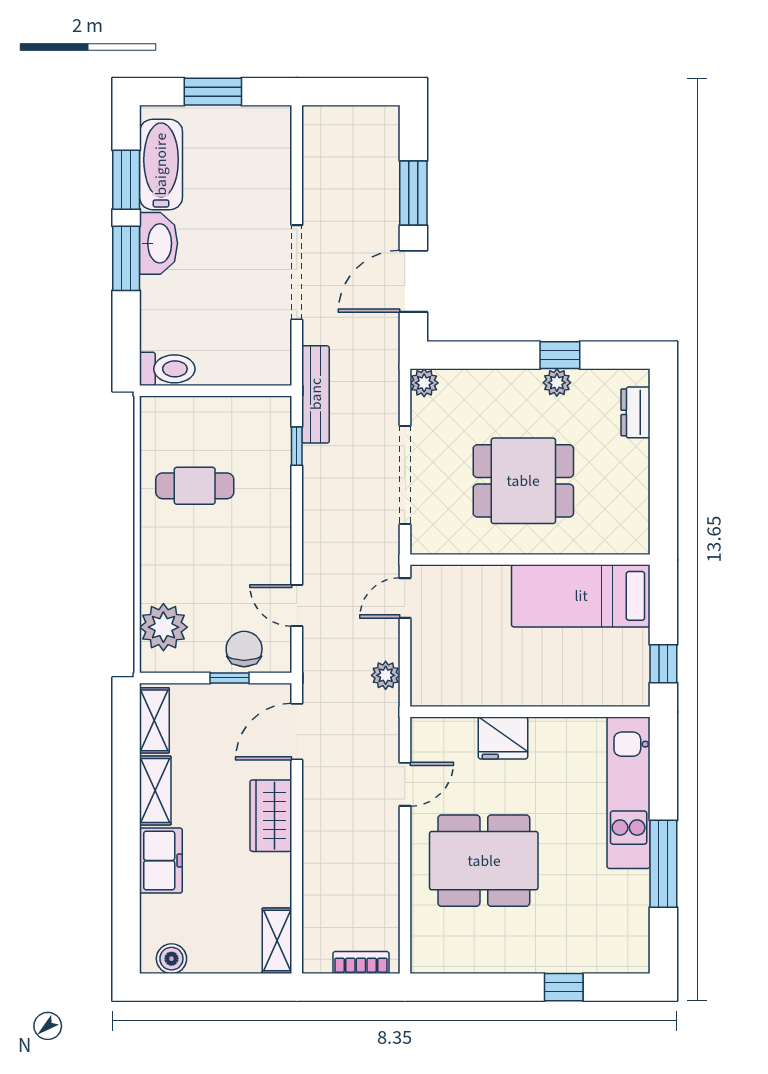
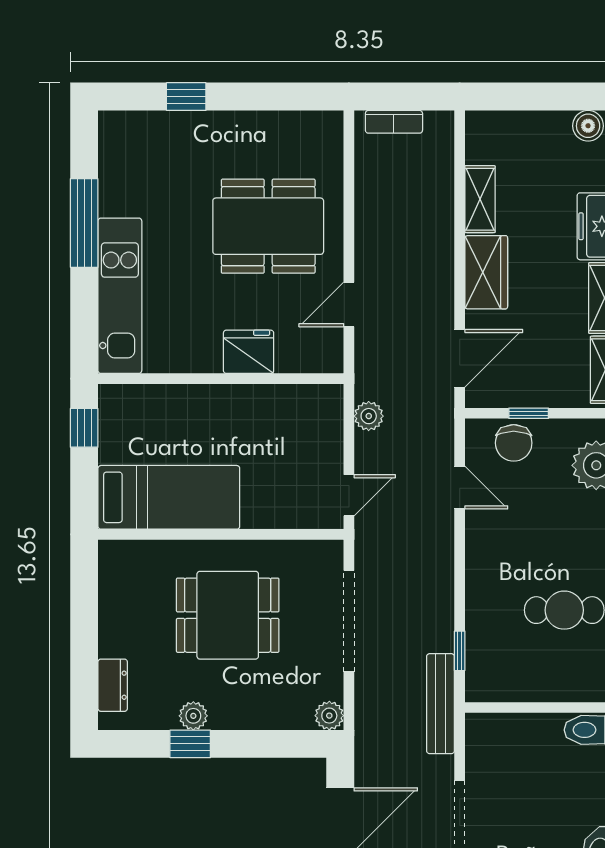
shelving: (277, 941) -> (480, 199), moved

